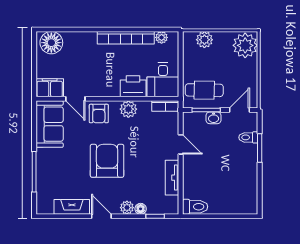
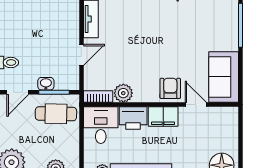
filing cabinet: (50, 88) -> (163, 116), moved
plant: (128, 109) -> (123, 93), moved
door: (181, 144) -> (81, 55), swing flipped
armchair: (107, 161) -> (161, 37), removed

